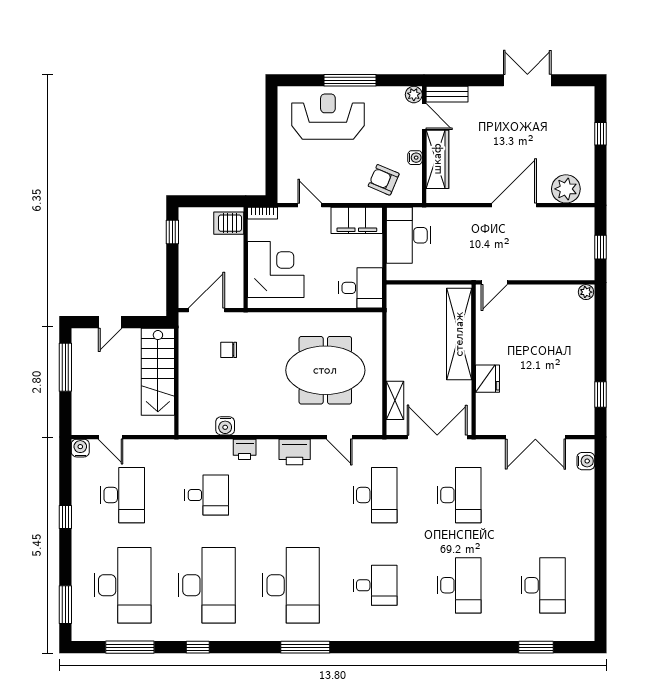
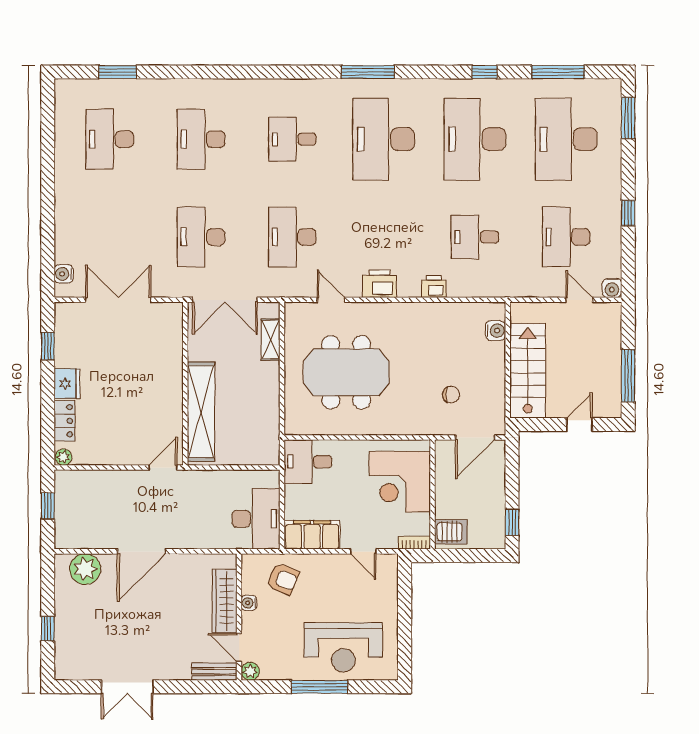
locker: (585, 326) -> (64, 421), added
fridge: (487, 379) -> (67, 384), moved, turned 180
water cooler: (225, 426) -> (496, 331), moved, turned 90

